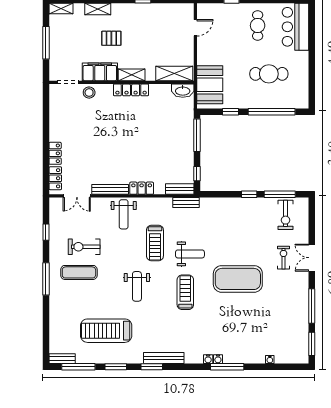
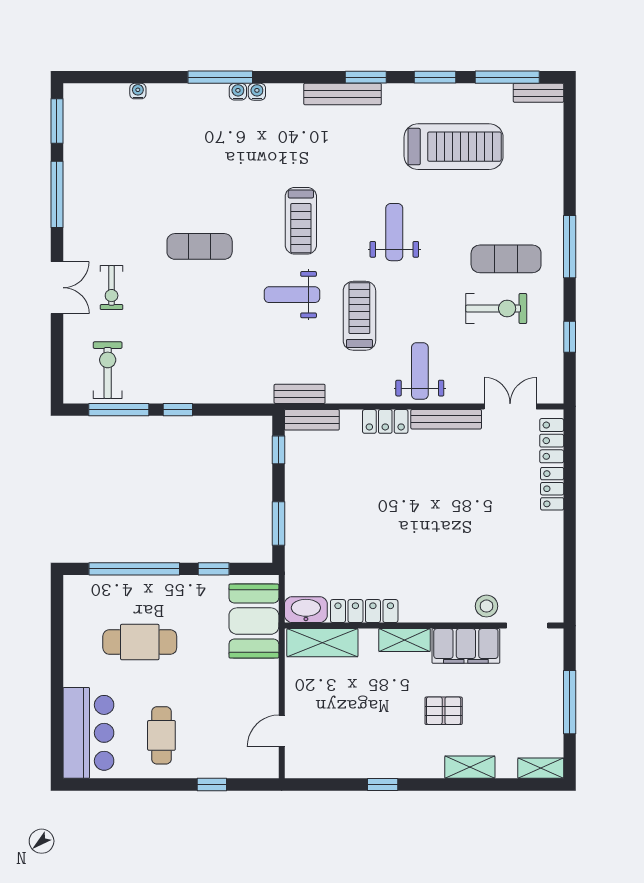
locker: (131, 90) -> (364, 611), moved
window: (197, 135) -> (279, 523), width x0.69
exercise mat: (238, 279) -> (200, 246), width x0.50, depth x0.69

